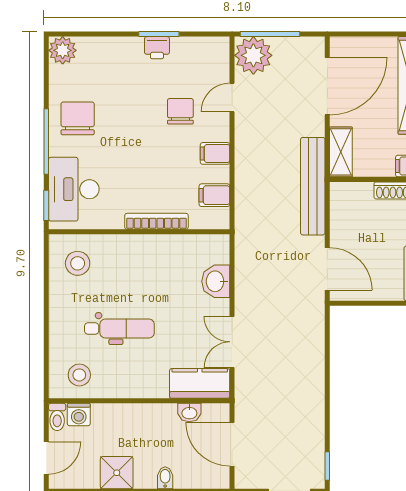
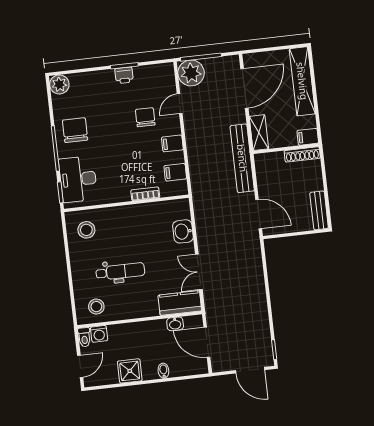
bookcase: (156, 221) -> (145, 194), width x0.64

